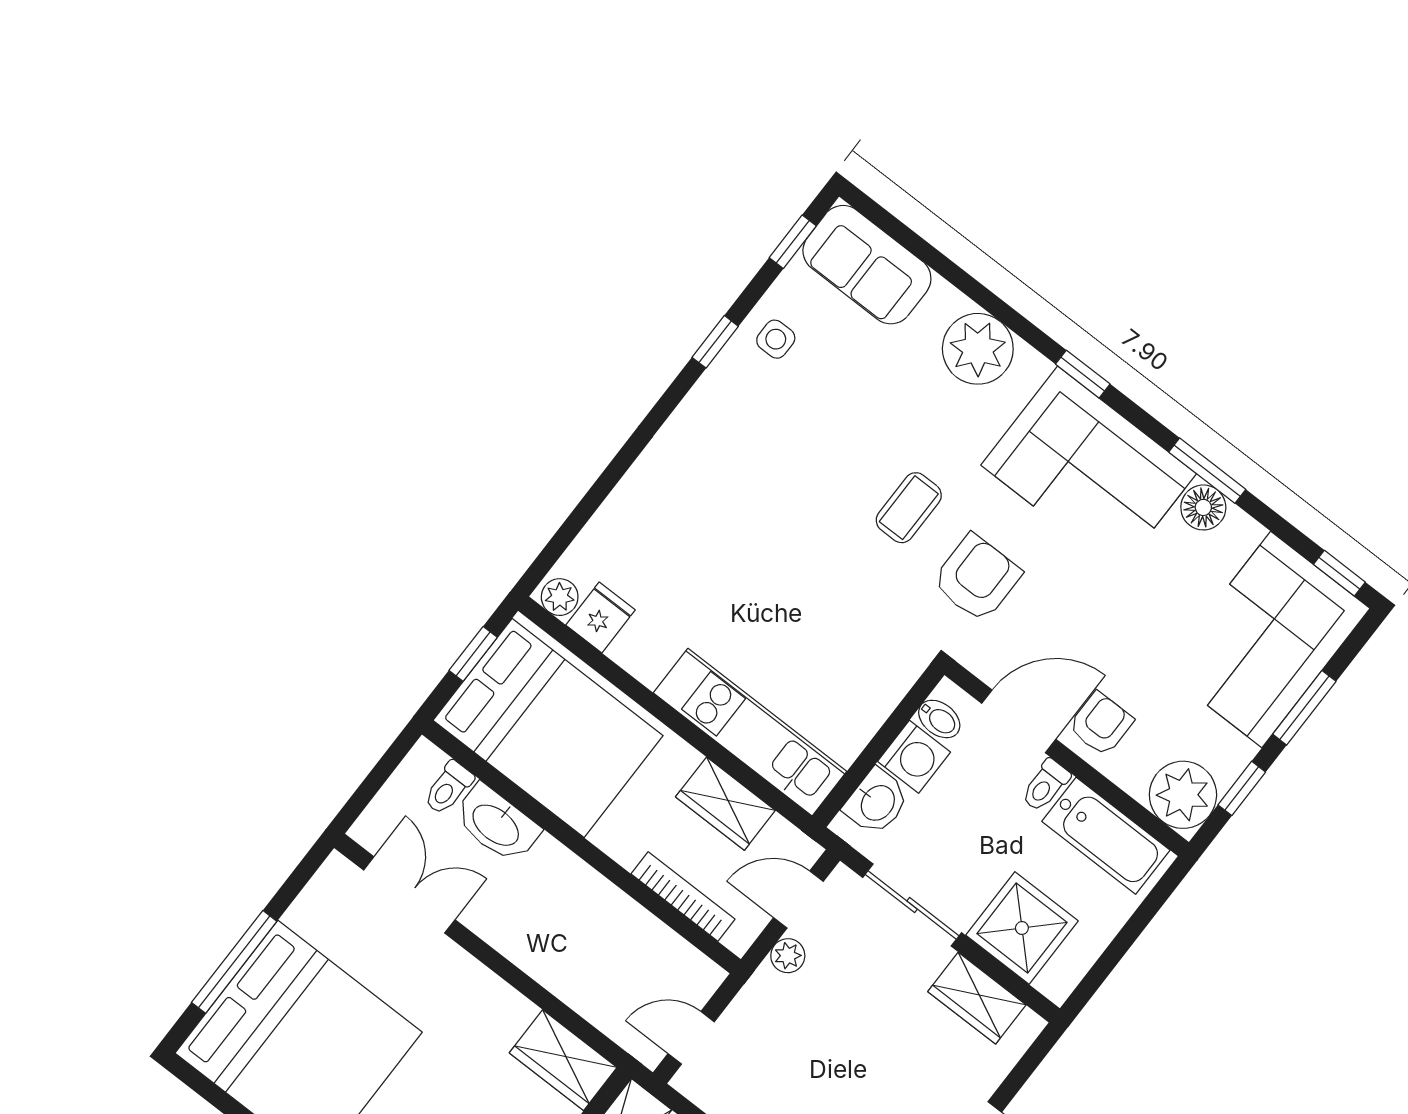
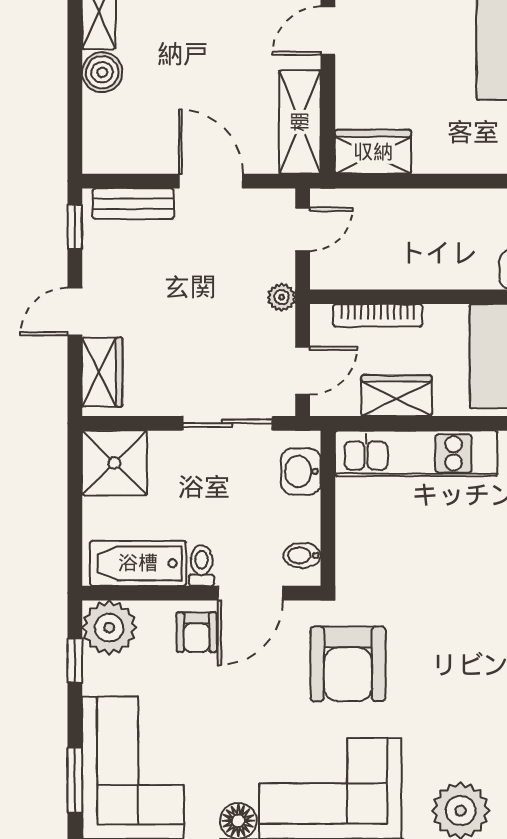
coffee table: (909, 508) -> (426, 675), removed
armchair: (977, 578) -> (348, 664), width x1.36, depth x1.36
window: (1304, 708) -> (75, 780), moved
washing machine: (914, 757) -> (300, 519), removed
shower: (1022, 928) -> (114, 463), moved
plant: (788, 956) -> (282, 297), moved
wardrobe: (977, 998) -> (102, 372), moved, turned 90

